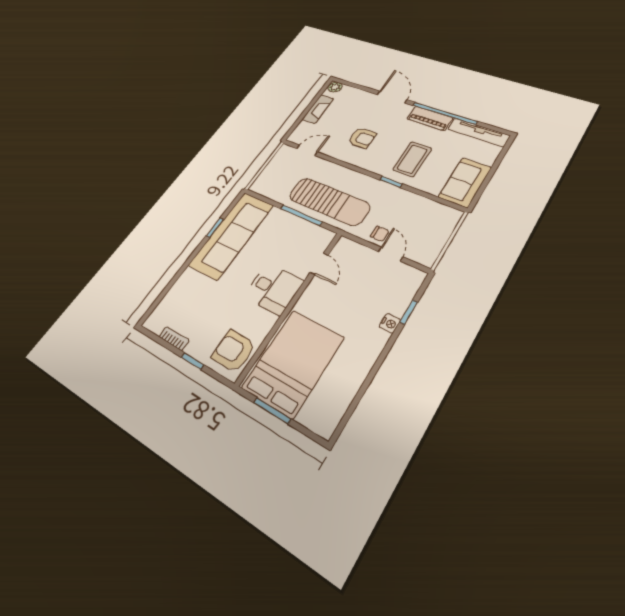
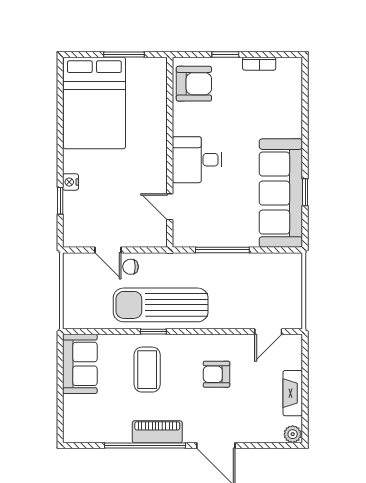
tv unit: (479, 132) -> (97, 434), removed
sun lounger: (329, 201) -> (161, 305), moved
bed: (293, 363) -> (94, 103), moved

